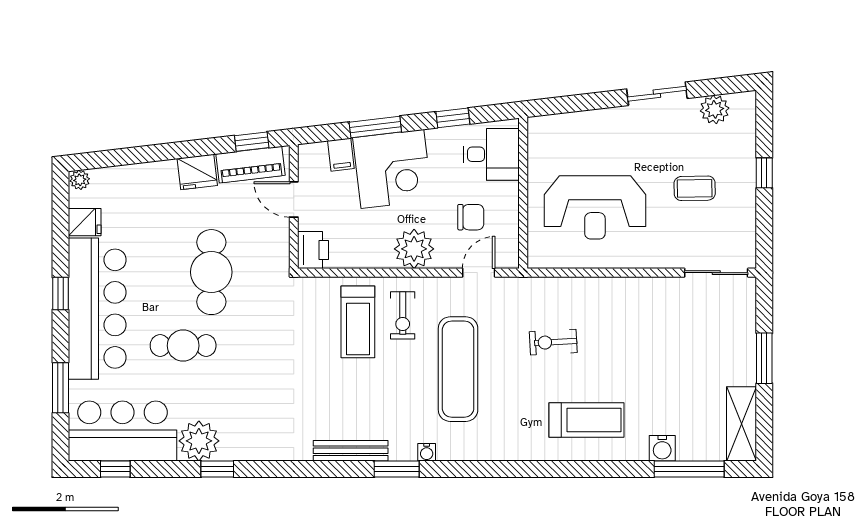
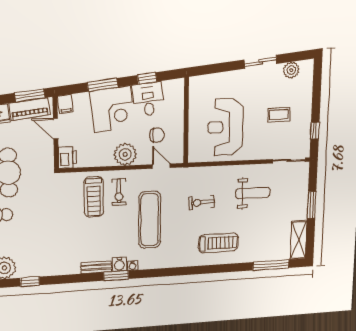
window: (252, 142) -> (30, 95), width x1.50
desk: (491, 154) -> (148, 99), moved, turned -97
filing cabinet: (341, 155) -> (65, 104), moved
window: (764, 173) -> (315, 130), moved
reception desk: (595, 207) -> (225, 127), turned 90
door: (479, 273) -> (161, 166), hinge flipped
weight bench: (650, 330) -> (253, 193), added
water cooler: (662, 448) -> (119, 264), moved
bench: (351, 451) -> (96, 267), width x0.73
window: (217, 469) -> (30, 282), moved

